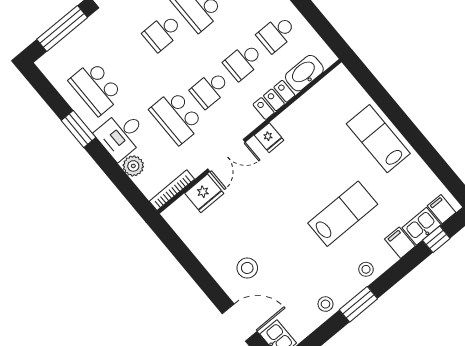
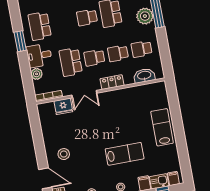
locker: (274, 100) -> (112, 82), moved
fridge: (269, 138) -> (110, 97), removed

